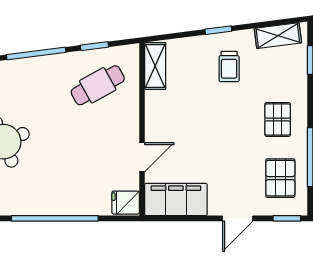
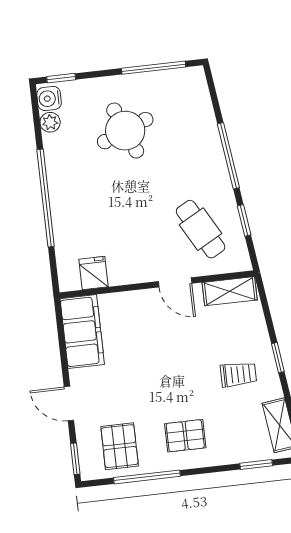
trolley: (229, 67) -> (238, 374), turned 180
door: (142, 157) -> (175, 282), moved
pallet: (280, 178) -> (120, 446), turned 90
fridge: (126, 203) -> (93, 273), moved

